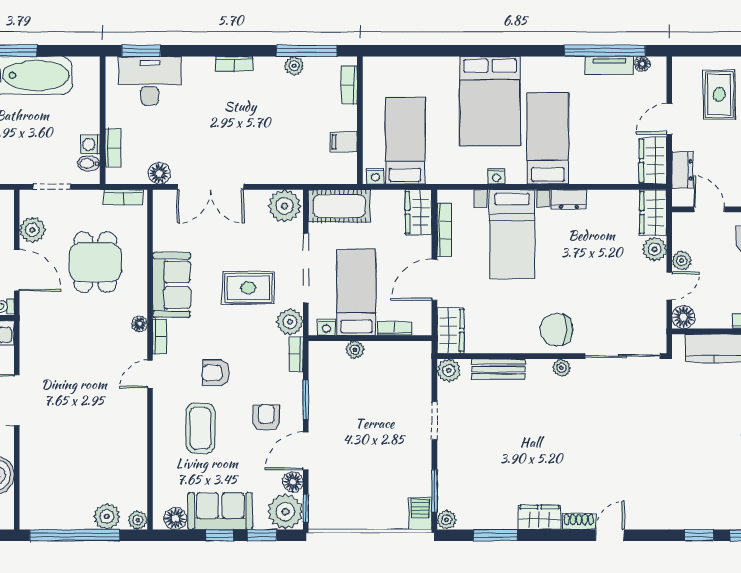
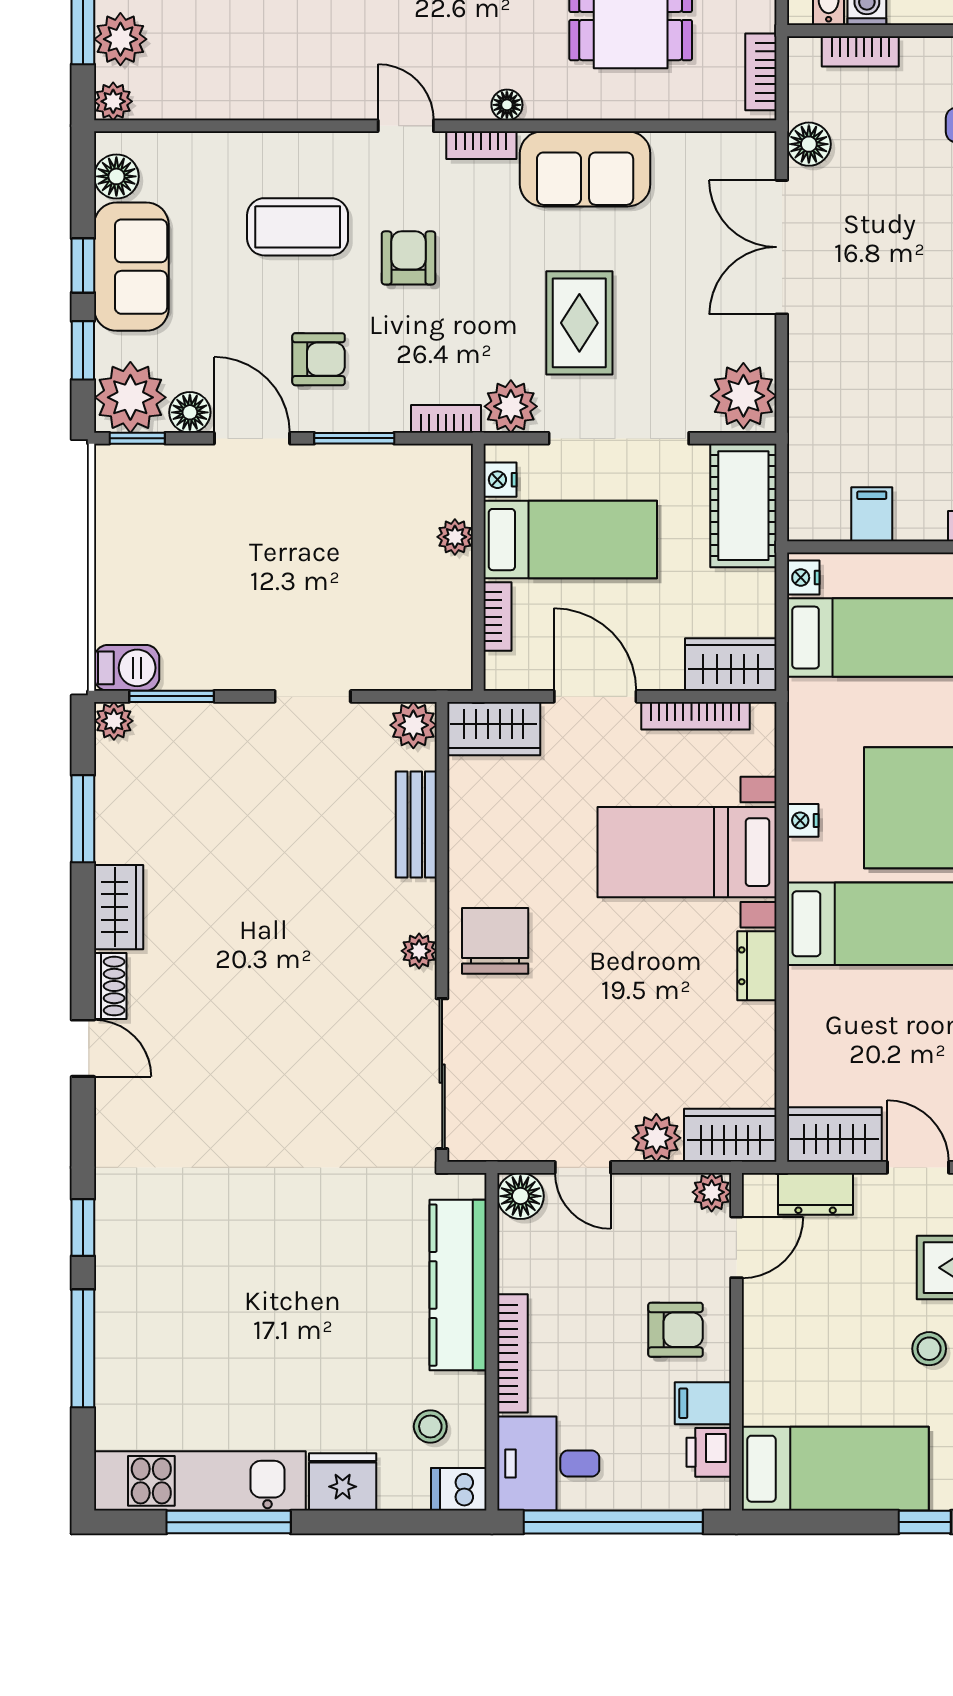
plant: (682, 261) -> (712, 1192), moved

